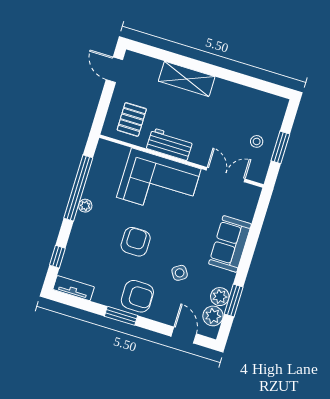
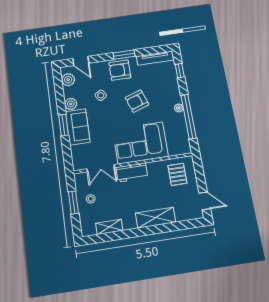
shelving: (250, 95) -> (109, 227), added
workbench: (170, 144) -> (132, 172), moved
armchair: (136, 242) -> (137, 101), turned 71
tv unit: (74, 288) -> (155, 58), width x1.41
plant: (220, 297) -> (71, 104), moved
window: (234, 300) -> (64, 125), moved

